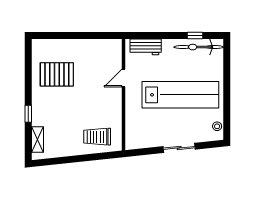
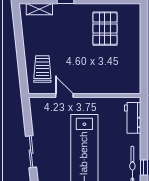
door: (123, 78) -> (64, 96), moved

